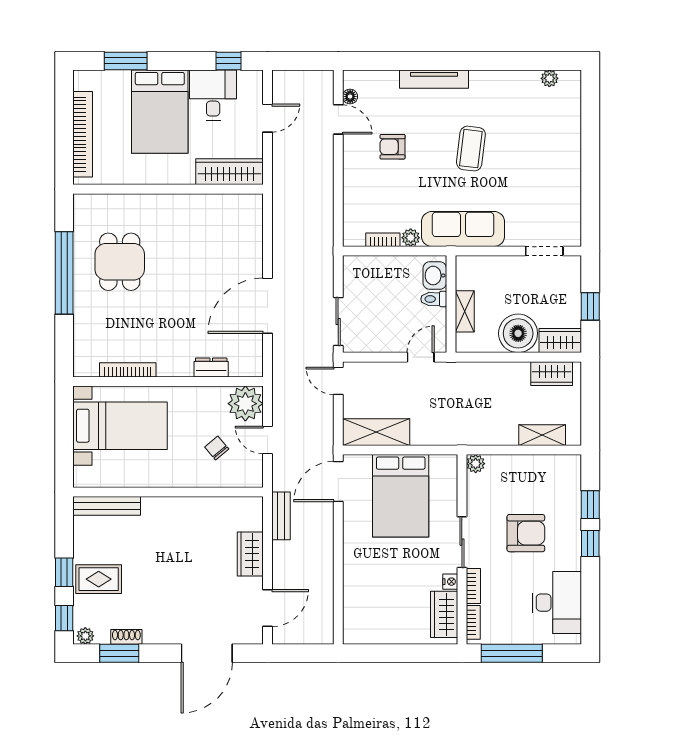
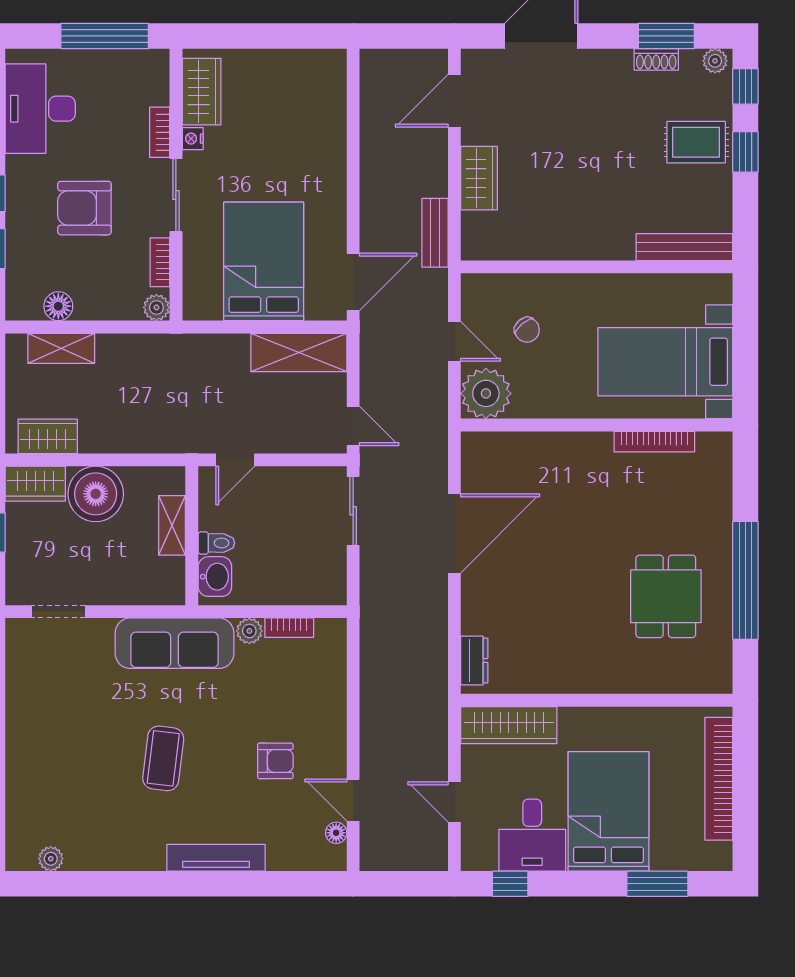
door: (267, 118) -> (454, 802), hinge flipped
dresser: (211, 367) -> (474, 661), moved, turned -90
floor lamp: (544, 464) -> (58, 306), added
bookcase: (473, 622) -> (160, 262), moved

